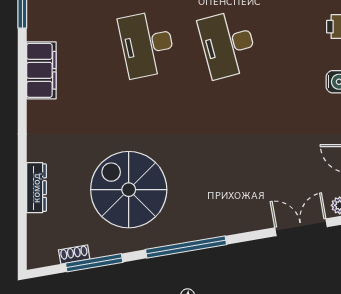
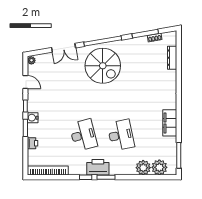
dresser: (36, 188) -> (172, 58), moved
spiral stairs: (129, 190) -> (103, 66), moved
double door: (301, 227) -> (64, 48), moved

